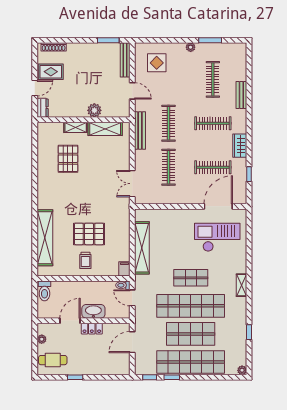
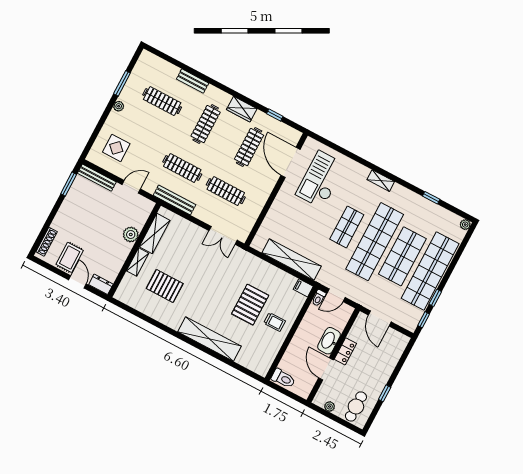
shelving: (45, 238) -> (210, 339), moved

